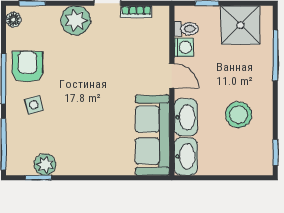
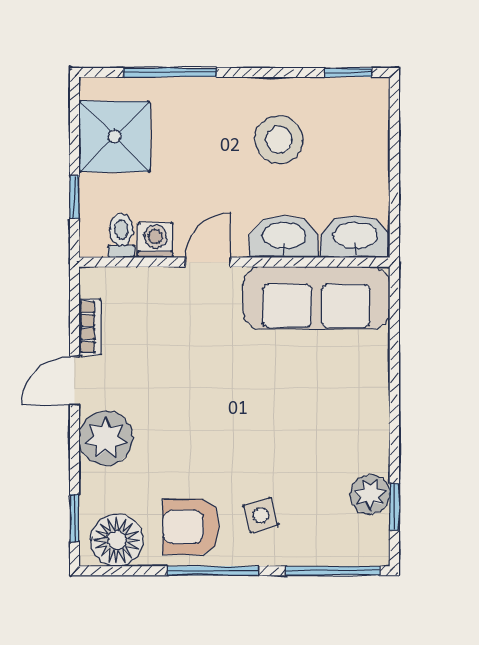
floor lamp: (13, 20) -> (117, 540), width x1.89, depth x1.89

